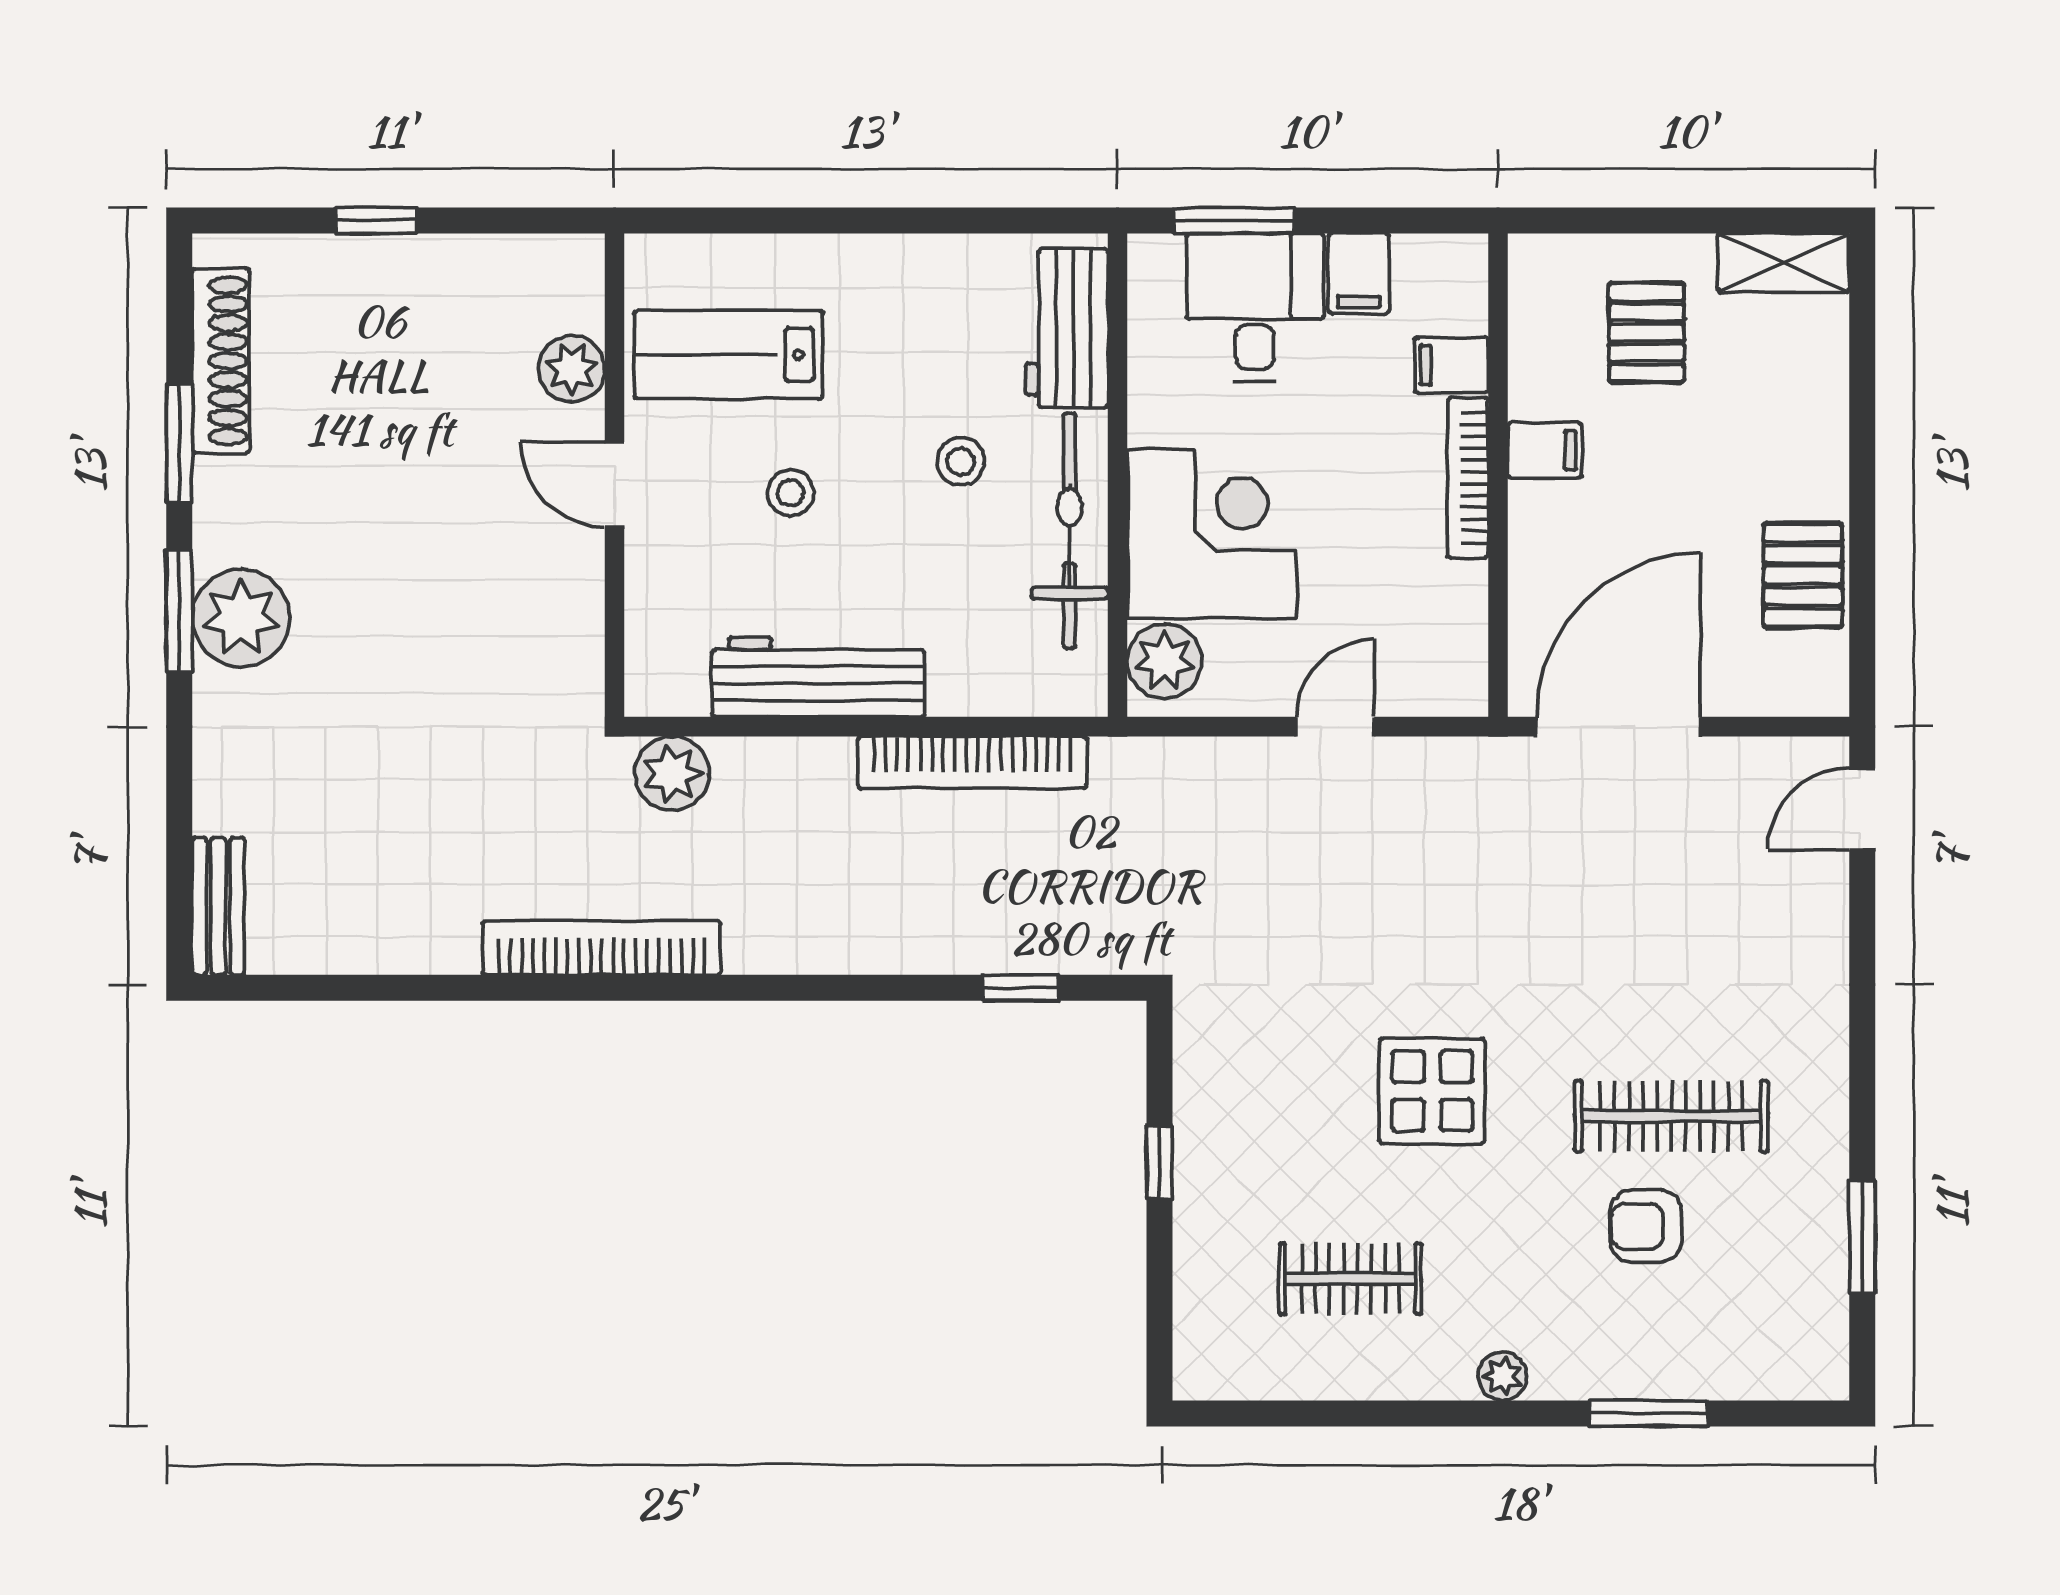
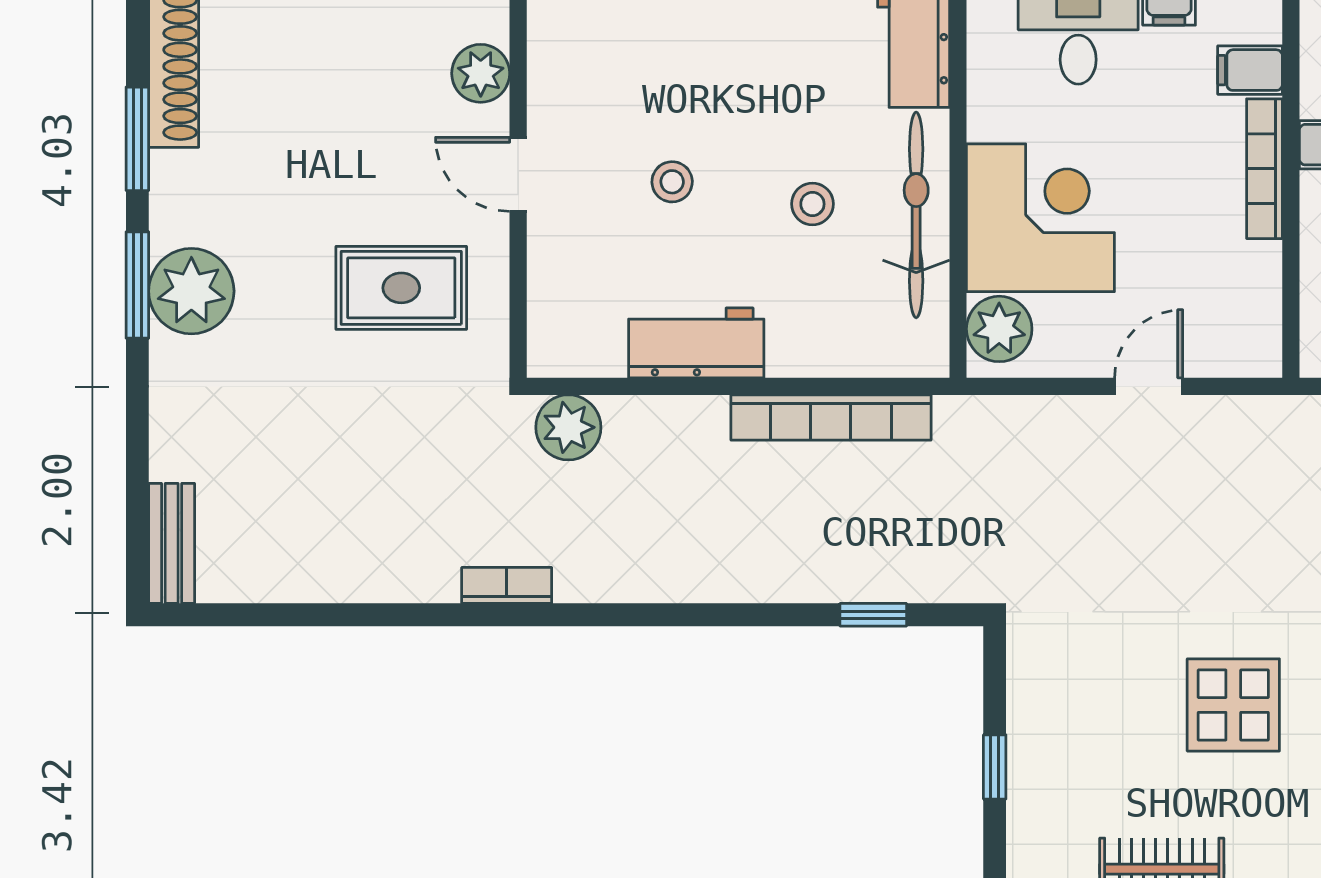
lab bench: (728, 355) -> (618, 61), removed
stool: (961, 461) -> (812, 204), moved
rug: (481, 614) -> (401, 288), added
workbench: (818, 677) -> (696, 343), width x0.73
bookcase: (602, 948) -> (507, 585), width x0.43, depth x0.76

